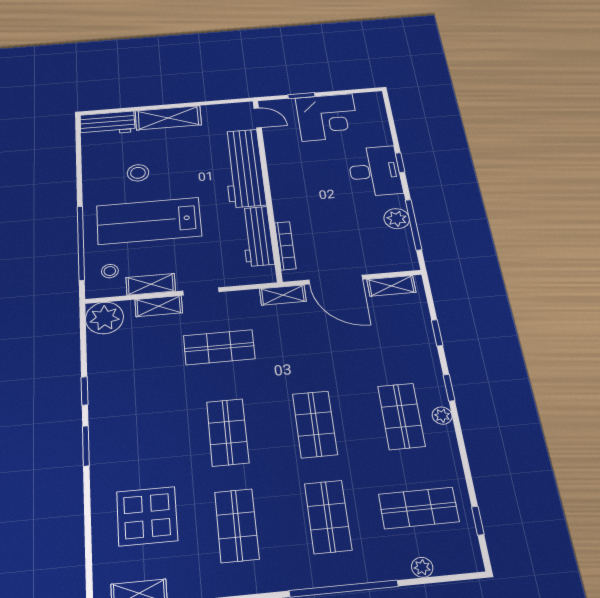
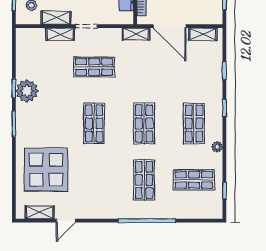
plant: (104, 318) -> (27, 91), moved
plant: (442, 416) -> (217, 147), moved
display table: (147, 516) -> (46, 170), width x1.36, depth x1.36
shop shelf: (237, 525) -> (94, 180), removed
plant: (422, 567) -> (190, 213), removed

